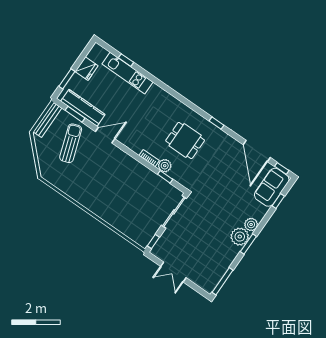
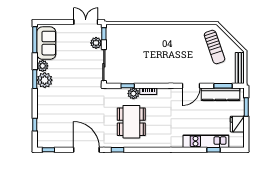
dining table: (185, 140) -> (131, 122), width x1.38
sun lounger: (71, 143) -> (214, 47), moved
door: (257, 151) -> (86, 150), moved
sofa: (272, 187) -> (46, 43), moved
plant: (251, 224) -> (43, 66), moved
plant: (167, 238) -> (96, 43), added
double door: (173, 272) -> (86, 22), moved

